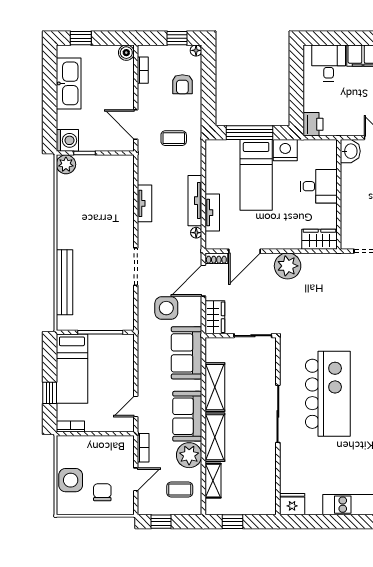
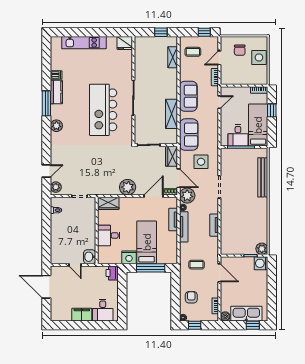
kitchen sink: (69, 83) -> (246, 314), moved, turned 90
door: (203, 281) -> (179, 178), hinge flipped
desk: (105, 352) -> (238, 135), added
shelving: (215, 437) -> (172, 83), removed
plant: (189, 455) -> (187, 196), moved

